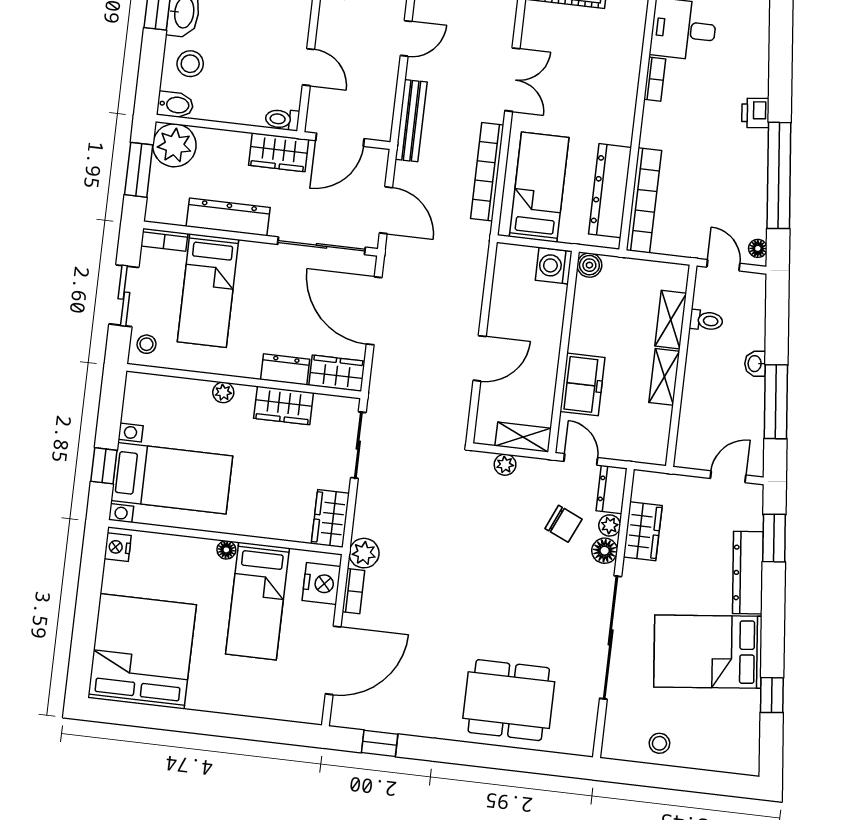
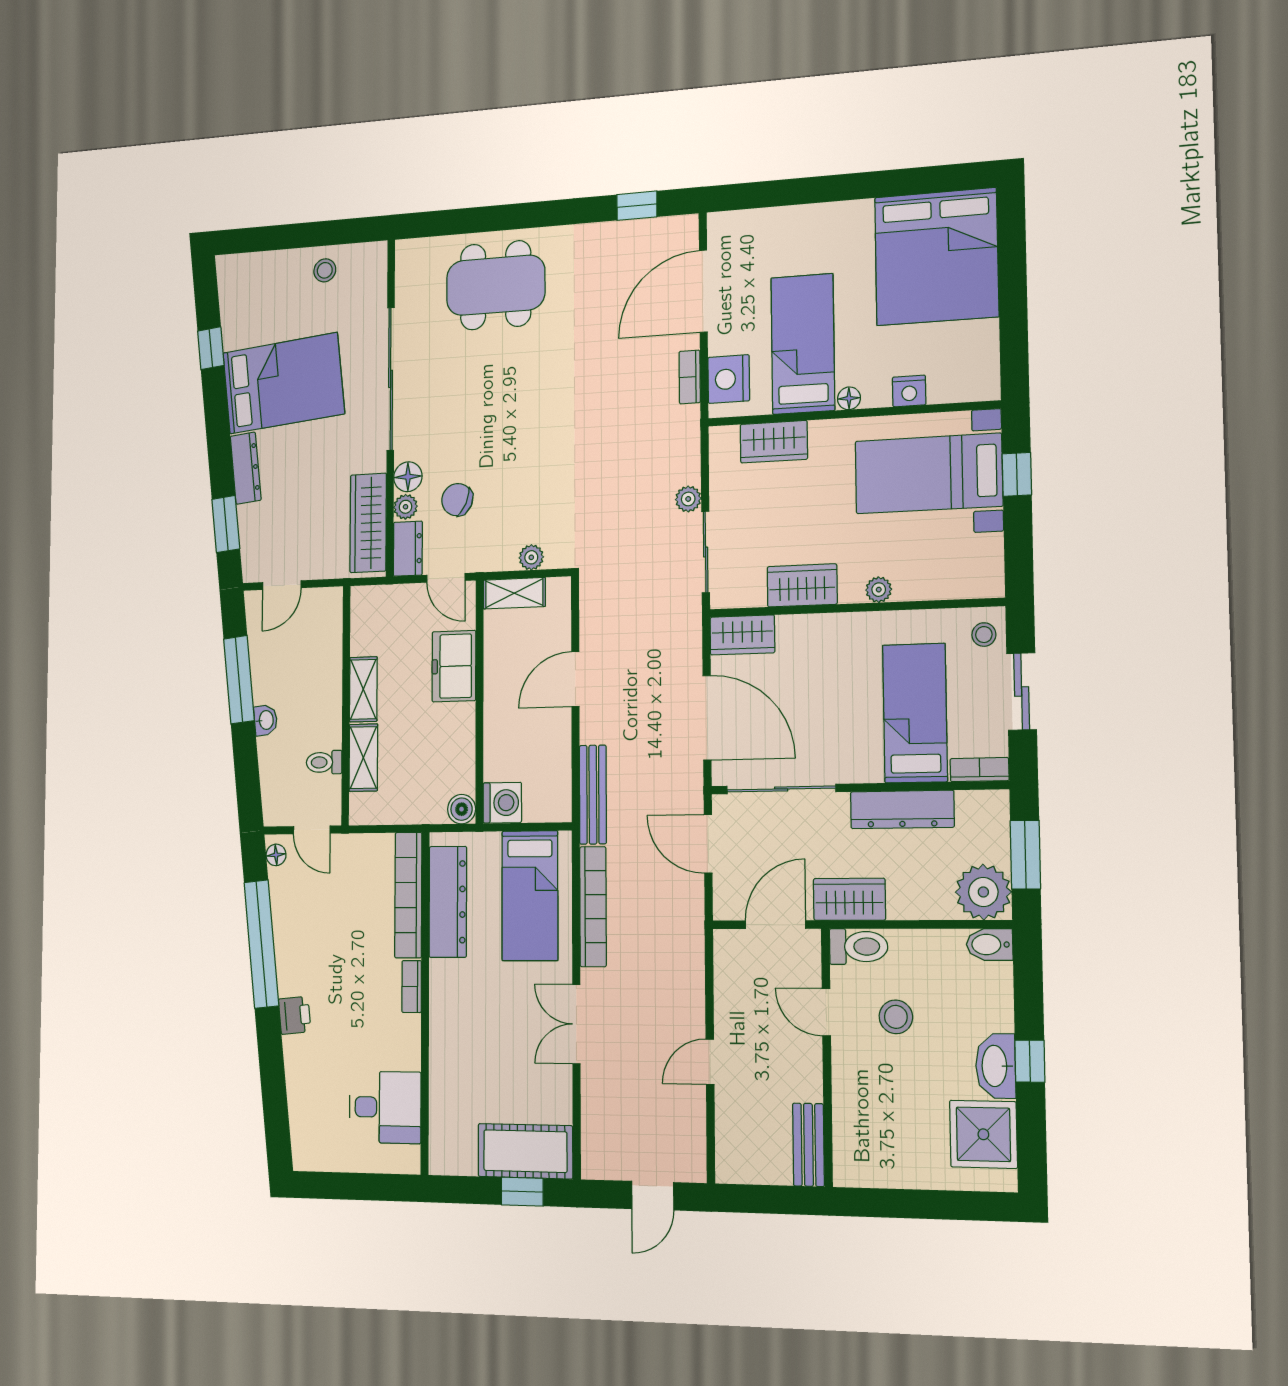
stool: (190, 64) -> (896, 1017), moved
bookcase: (655, 79) -> (412, 987), moved
toilet: (282, 119) -> (859, 947), width x1.37, depth x1.39
bench: (411, 121) -> (593, 795), moved
dresser: (285, 369) -> (806, 630), removed
wardrobe: (330, 518) -> (774, 442), moved, turned 90
wardrobe: (643, 531) -> (368, 523), width x1.50
nightstand: (118, 547) -> (909, 391), moved, turned 90
plant: (364, 553) -> (688, 499), moved, width x0.73, depth x0.73
dresser: (748, 573) -> (246, 468), width x0.73, depth x0.80

